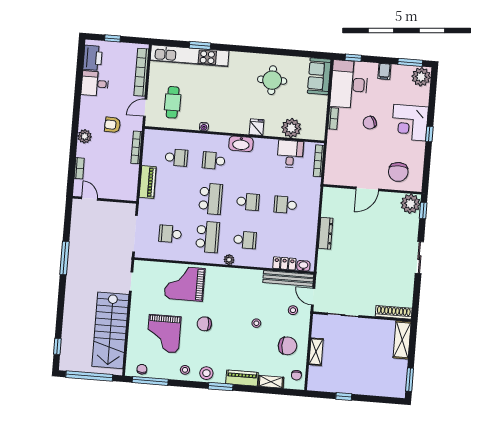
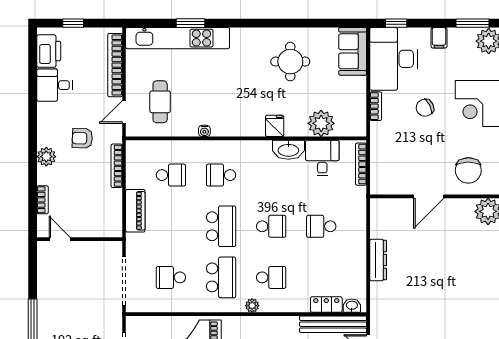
washbasin: (241, 144) -> (288, 150), moved

